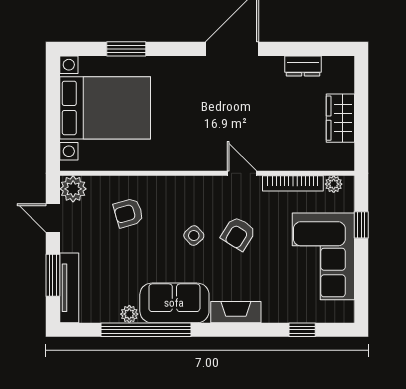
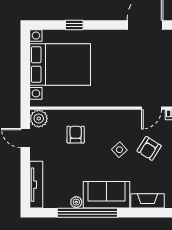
window: (126, 49) -> (74, 25), width x0.67
door: (242, 173) -> (152, 108), swing flipped
armchair: (128, 213) -> (76, 135), turned 106
window: (53, 275) -> (25, 176), removed

